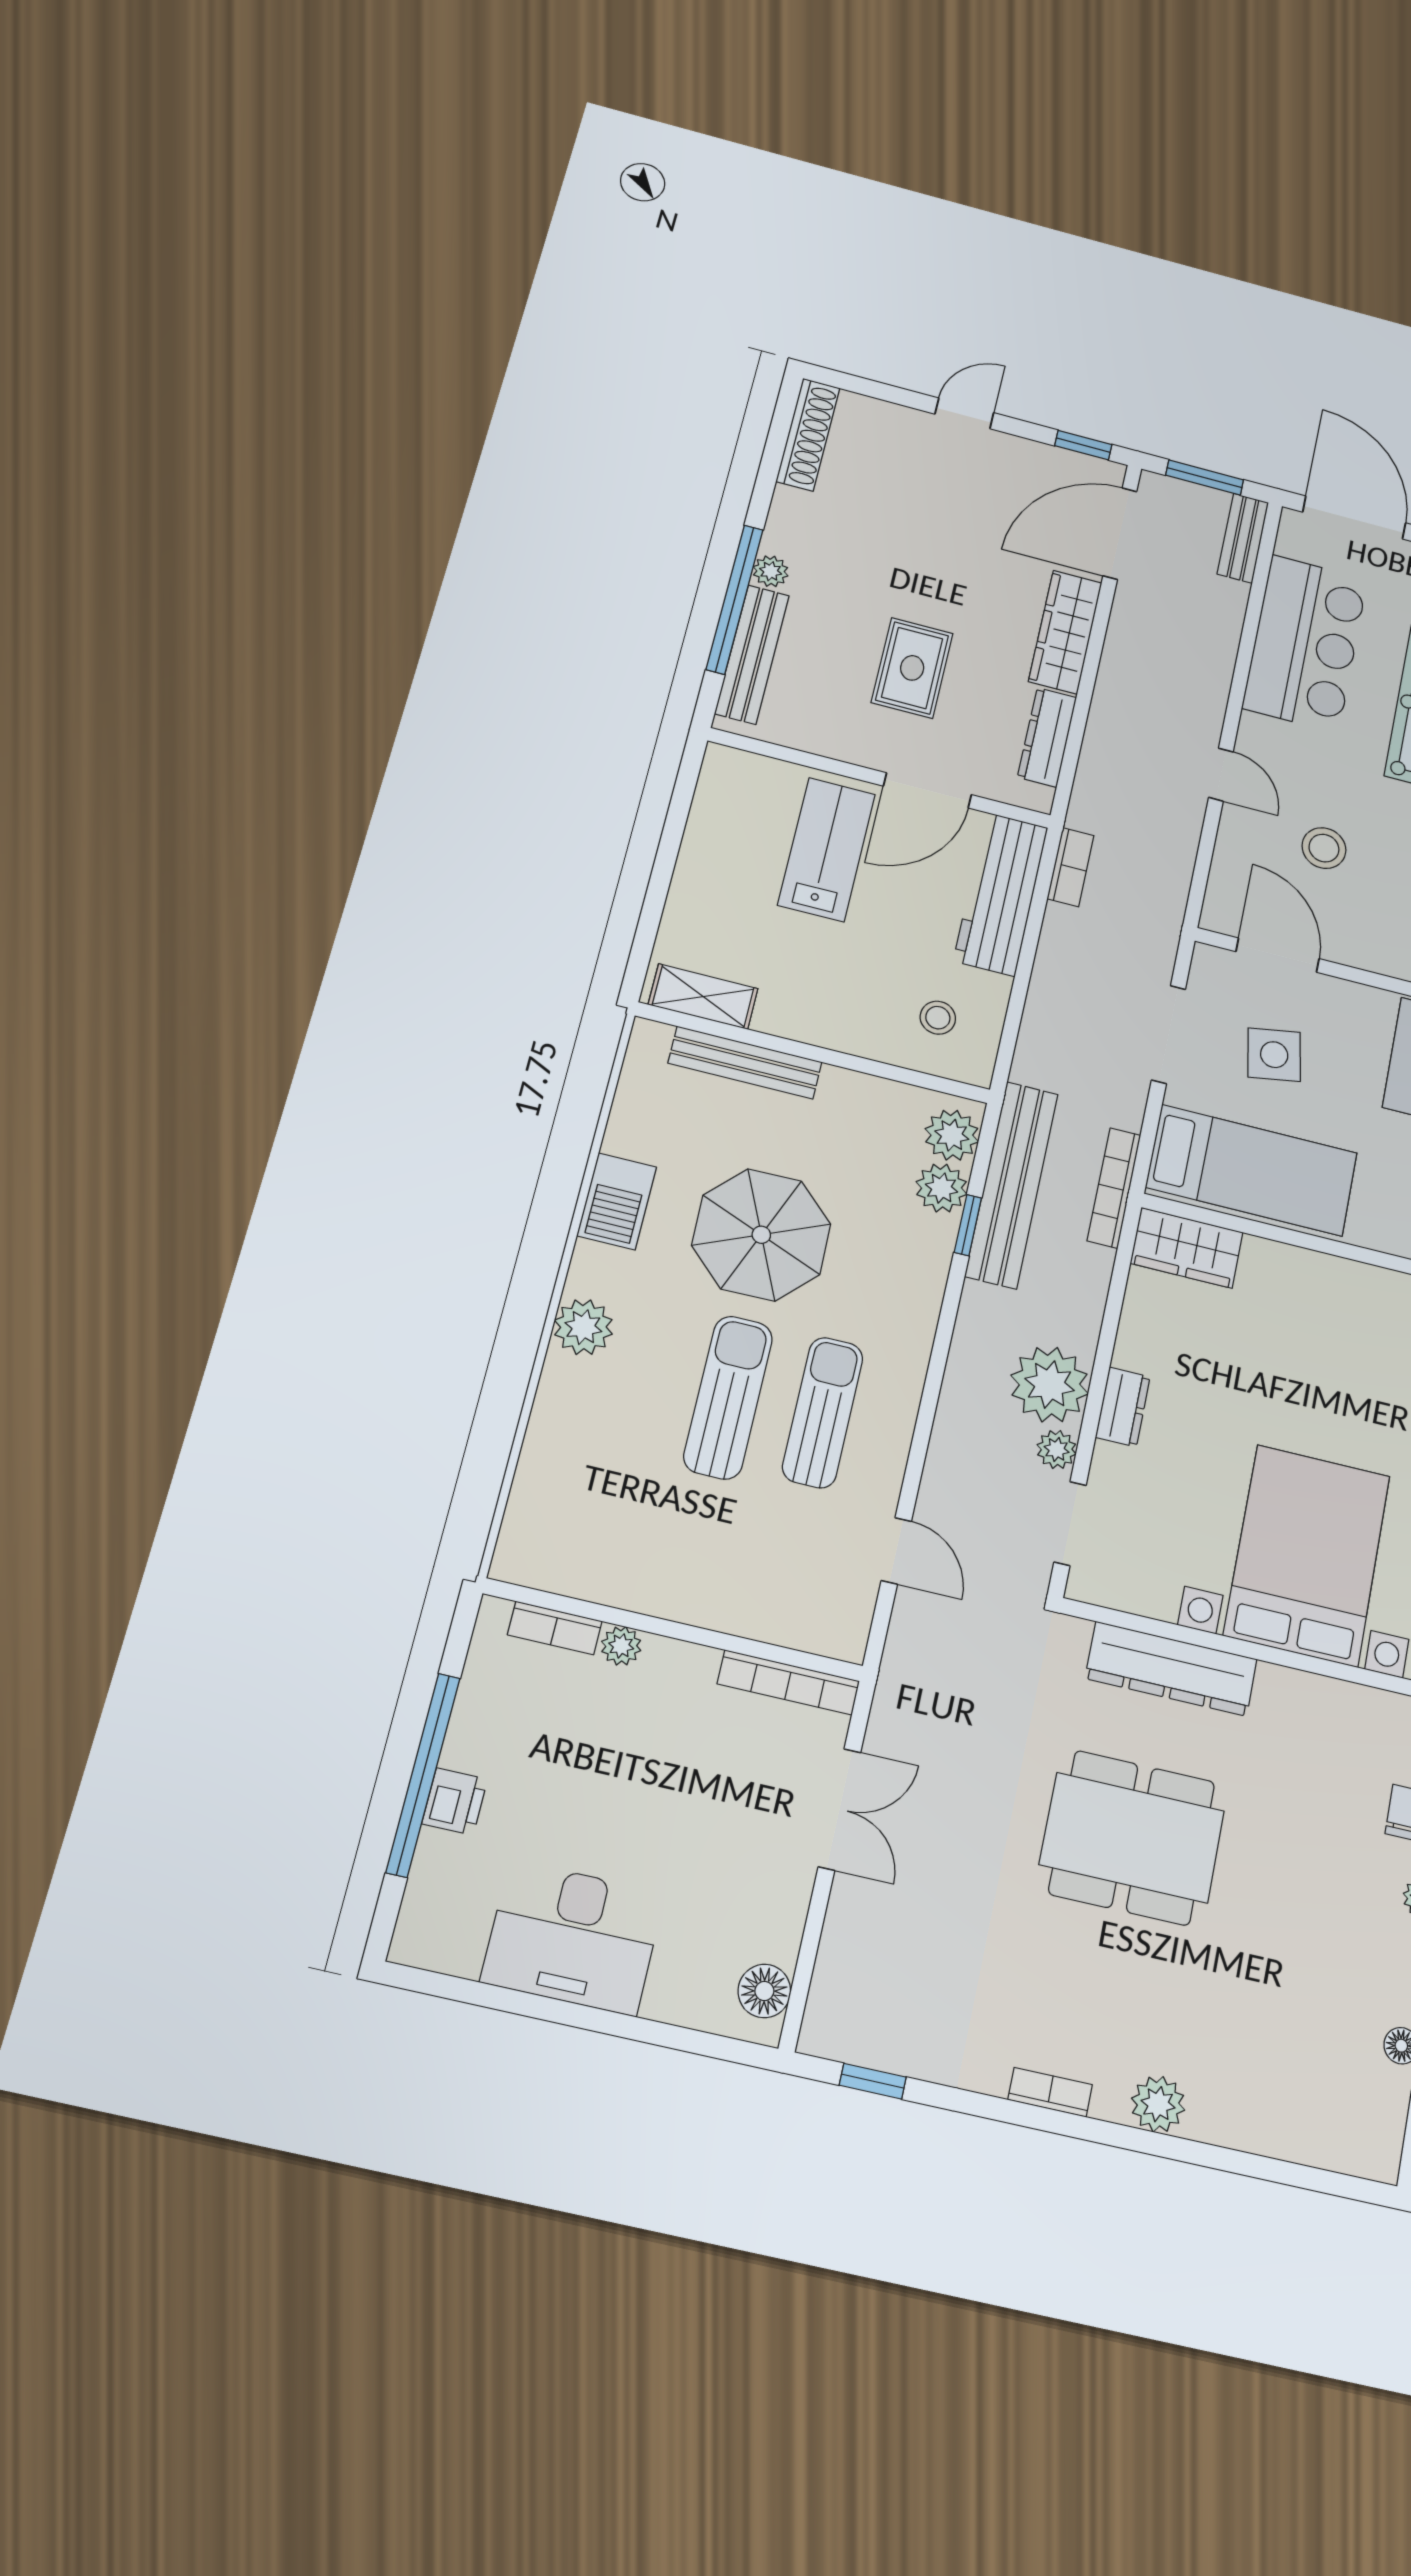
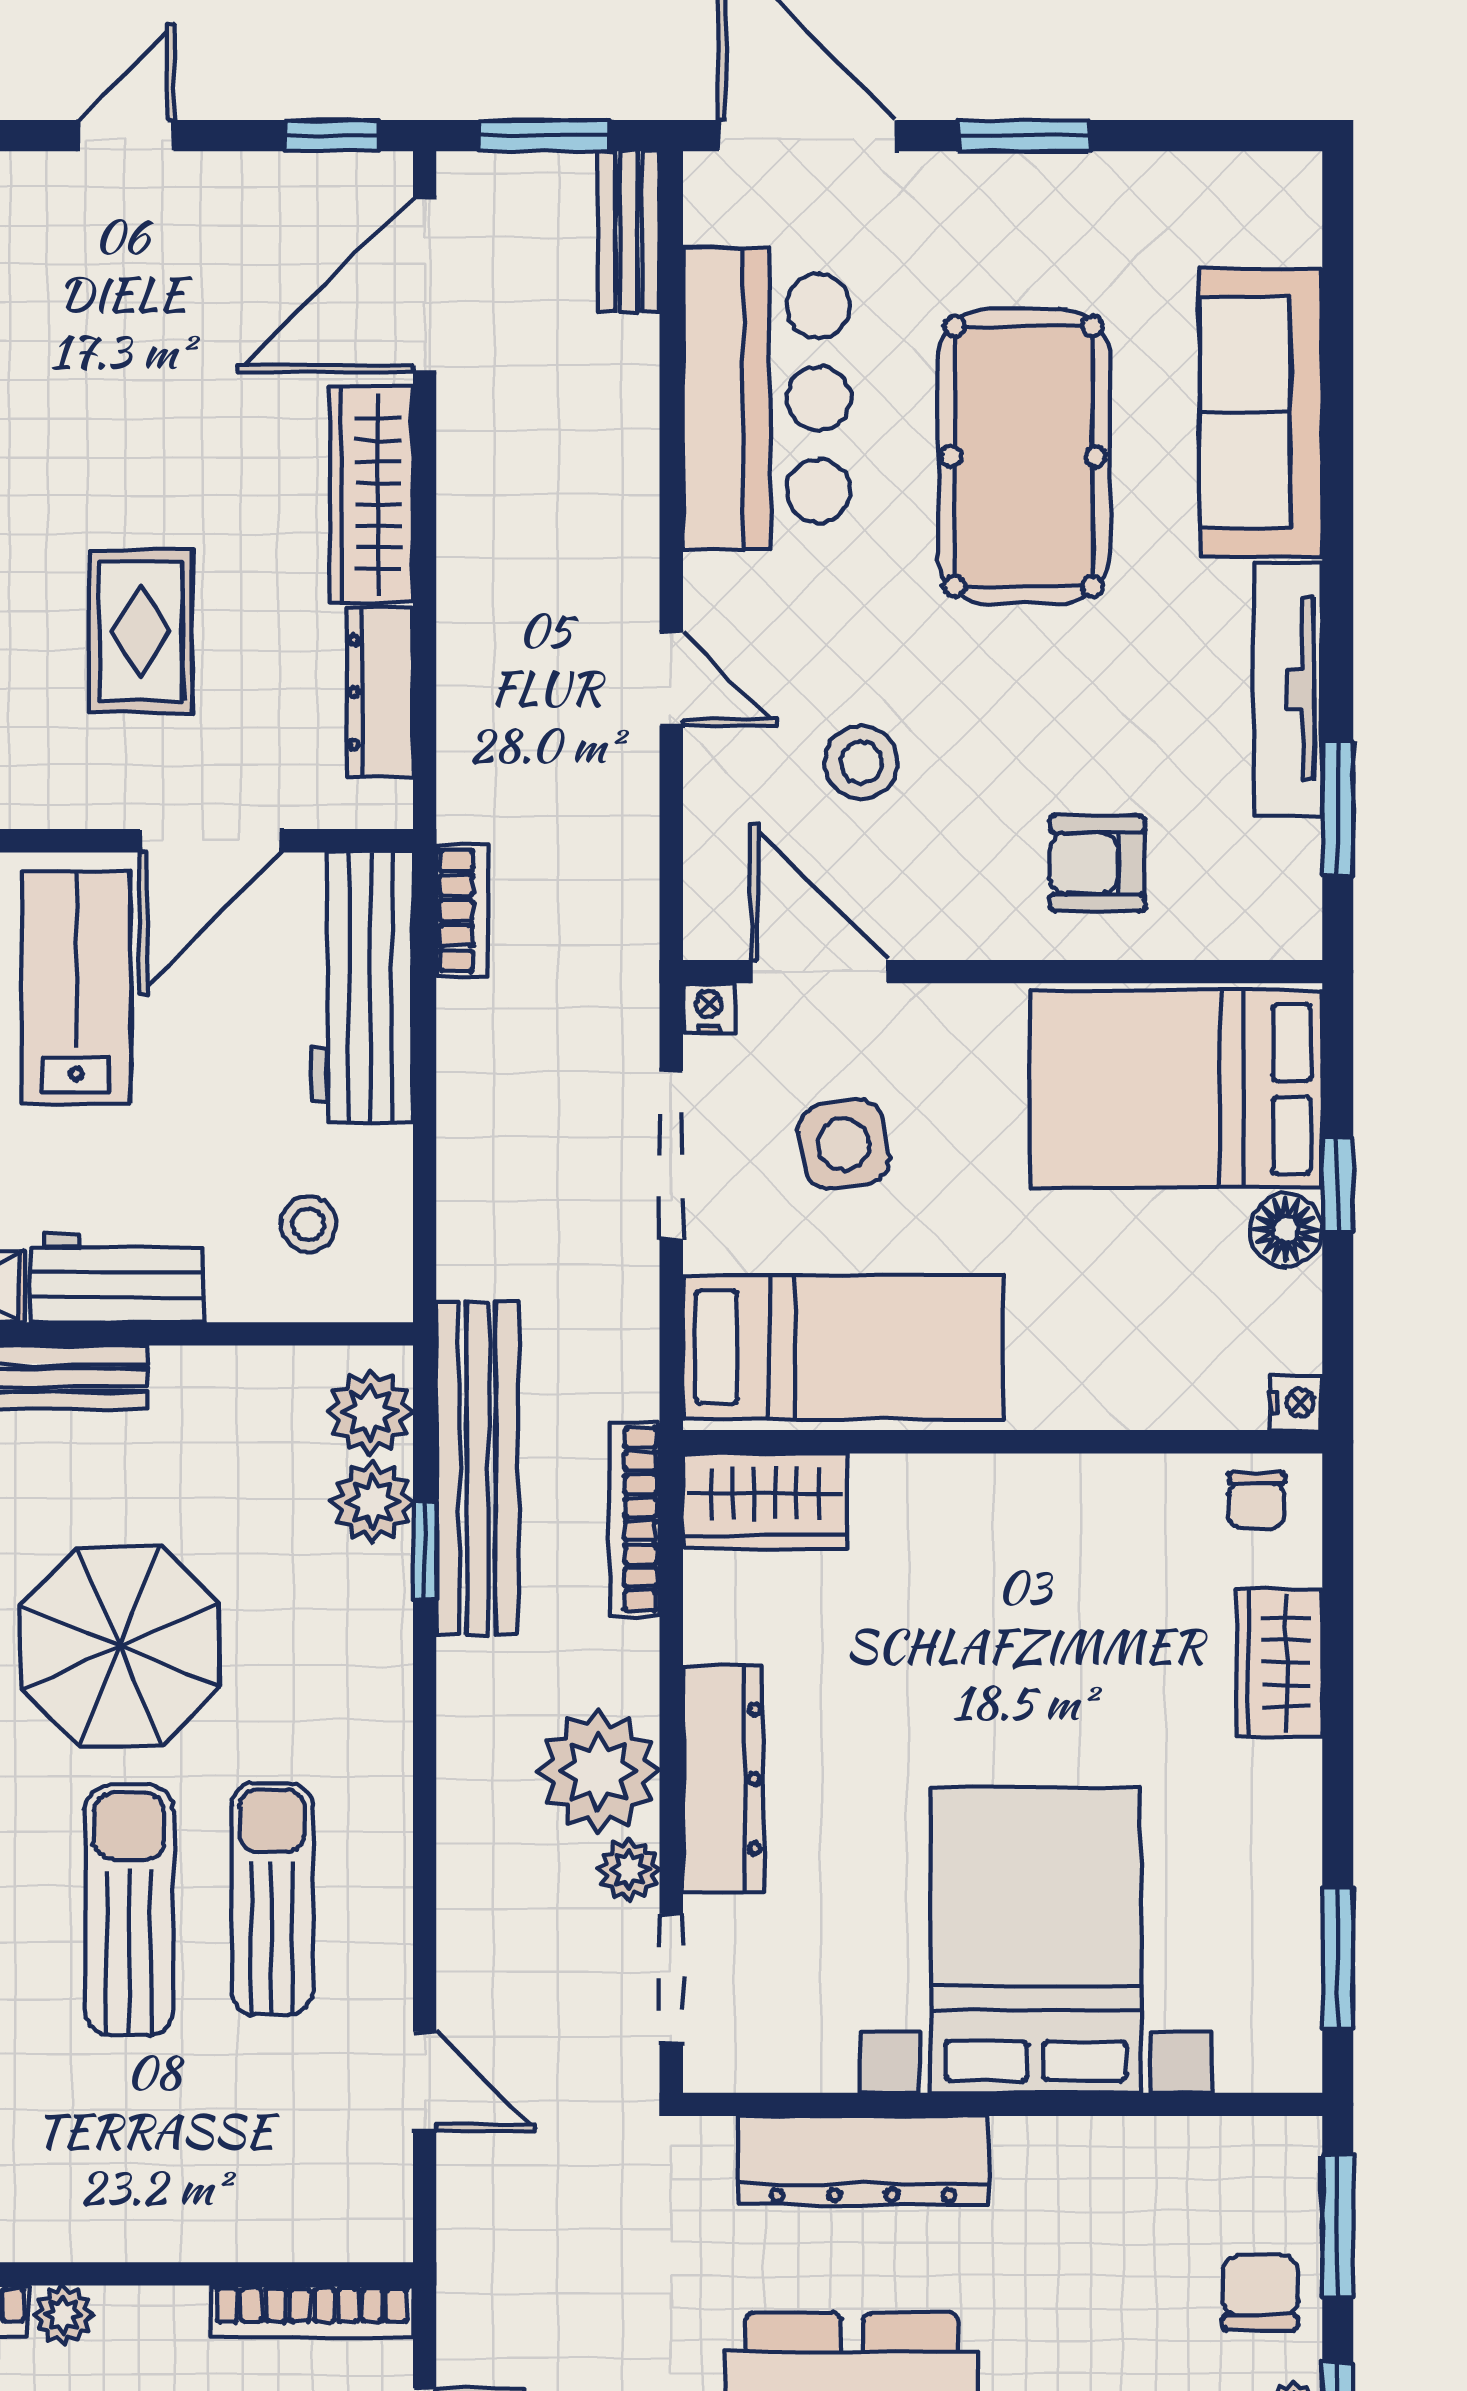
nightstand: (1208, 958) -> (709, 1008), added
workbench: (812, 1018) -> (117, 1278), added
bookcase: (1114, 1188) -> (635, 1519), moved
dresser: (1123, 1407) -> (723, 1779), width x1.96, depth x1.24

